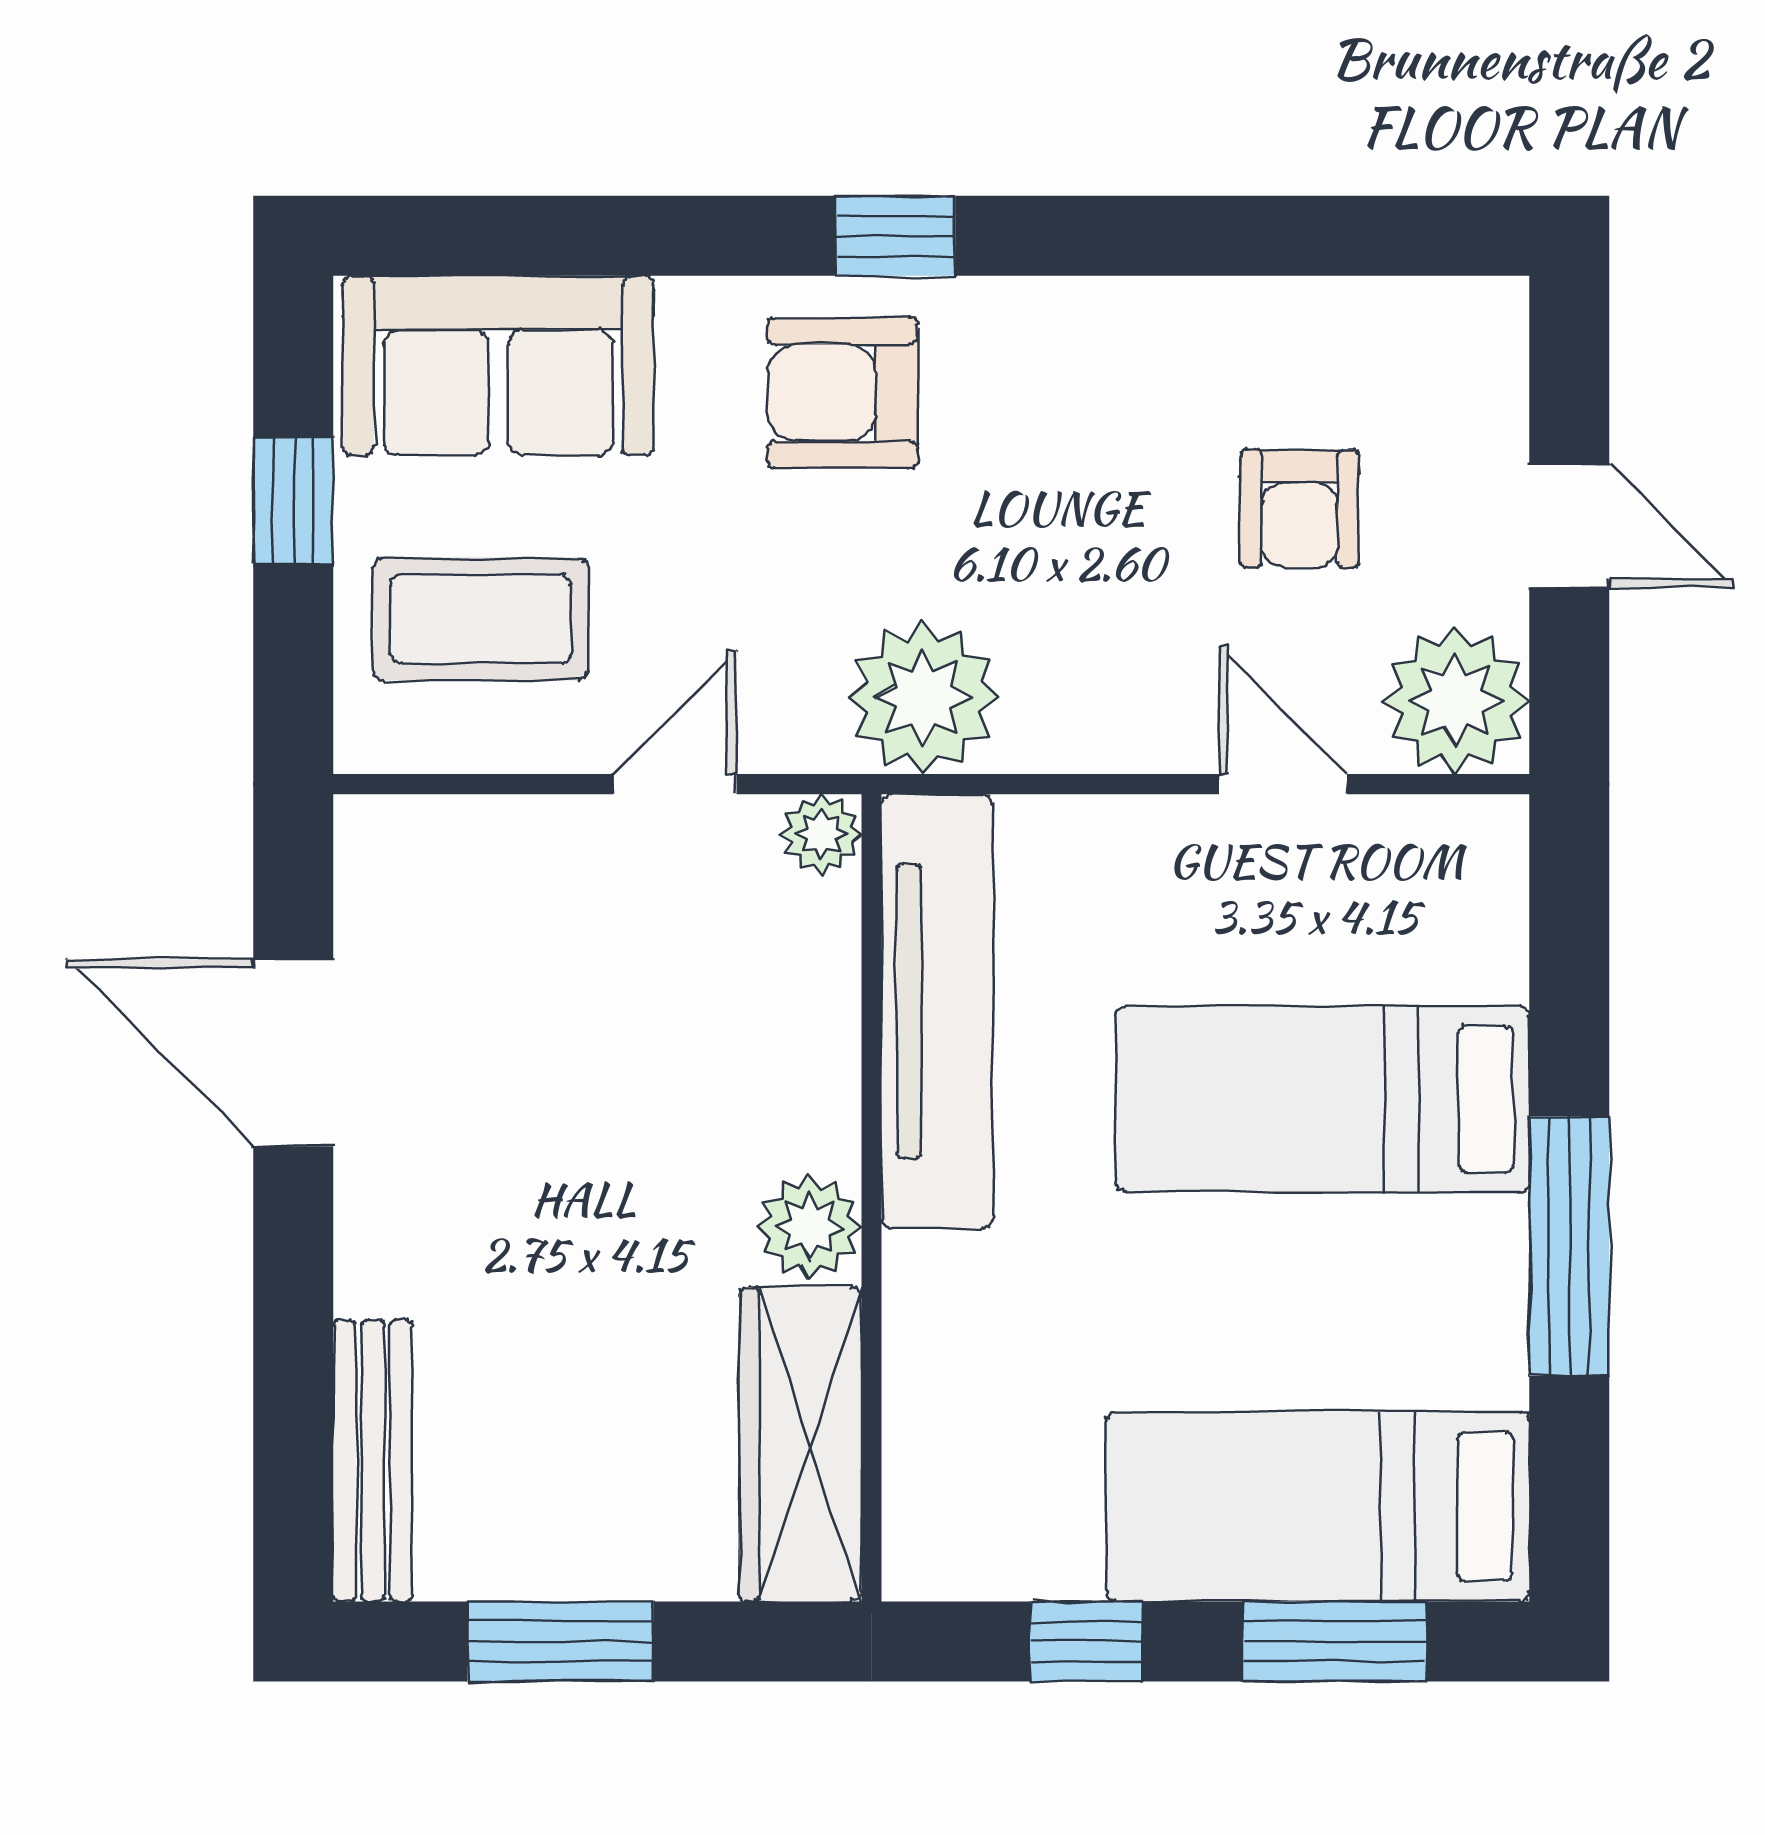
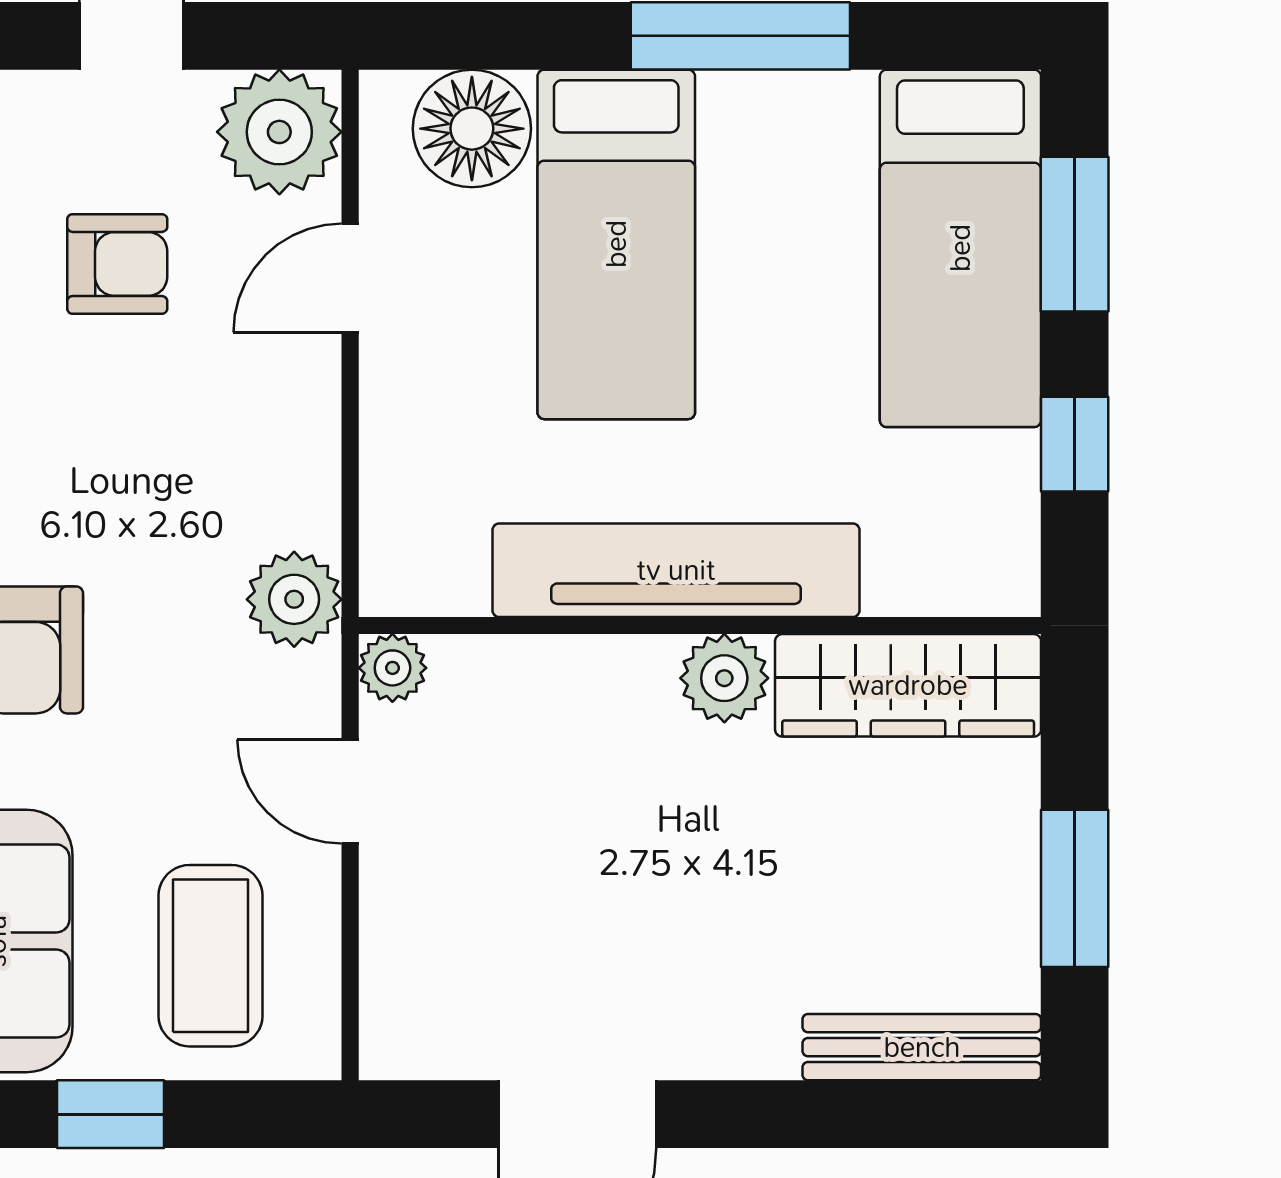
plant: (923, 697) -> (294, 599), width x0.73, depth x0.73
floor lamp: (1460, 928) -> (472, 129), added
tv unit: (937, 1011) -> (676, 570), moved

